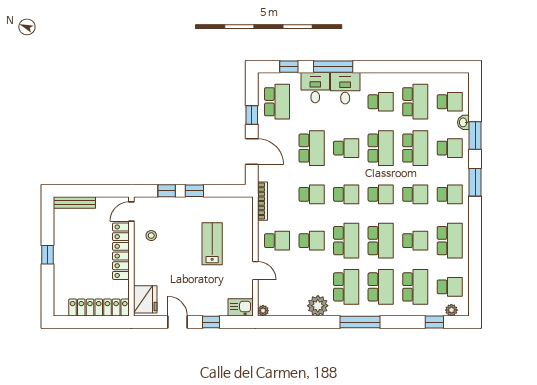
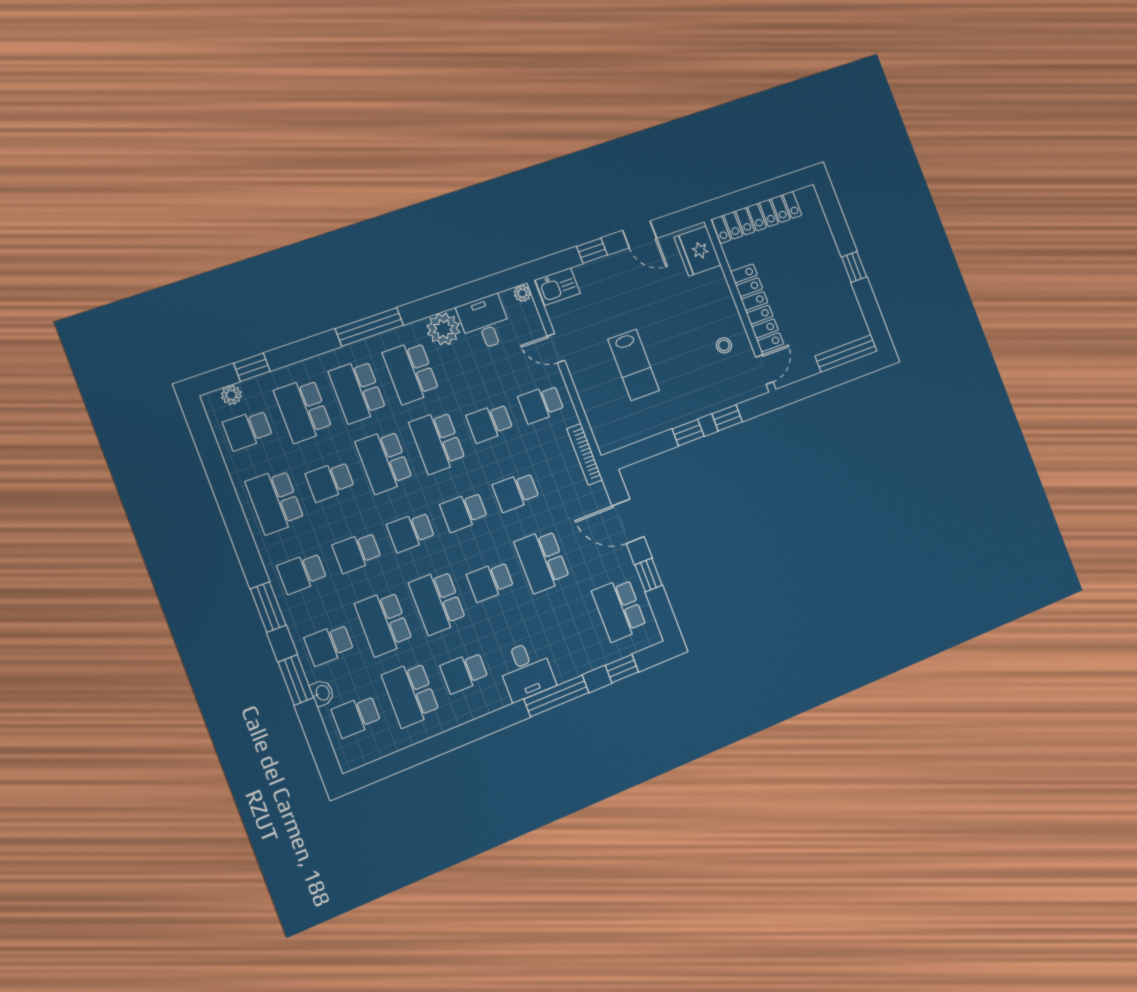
desk: (315, 88) -> (485, 323), moved, turned 180

